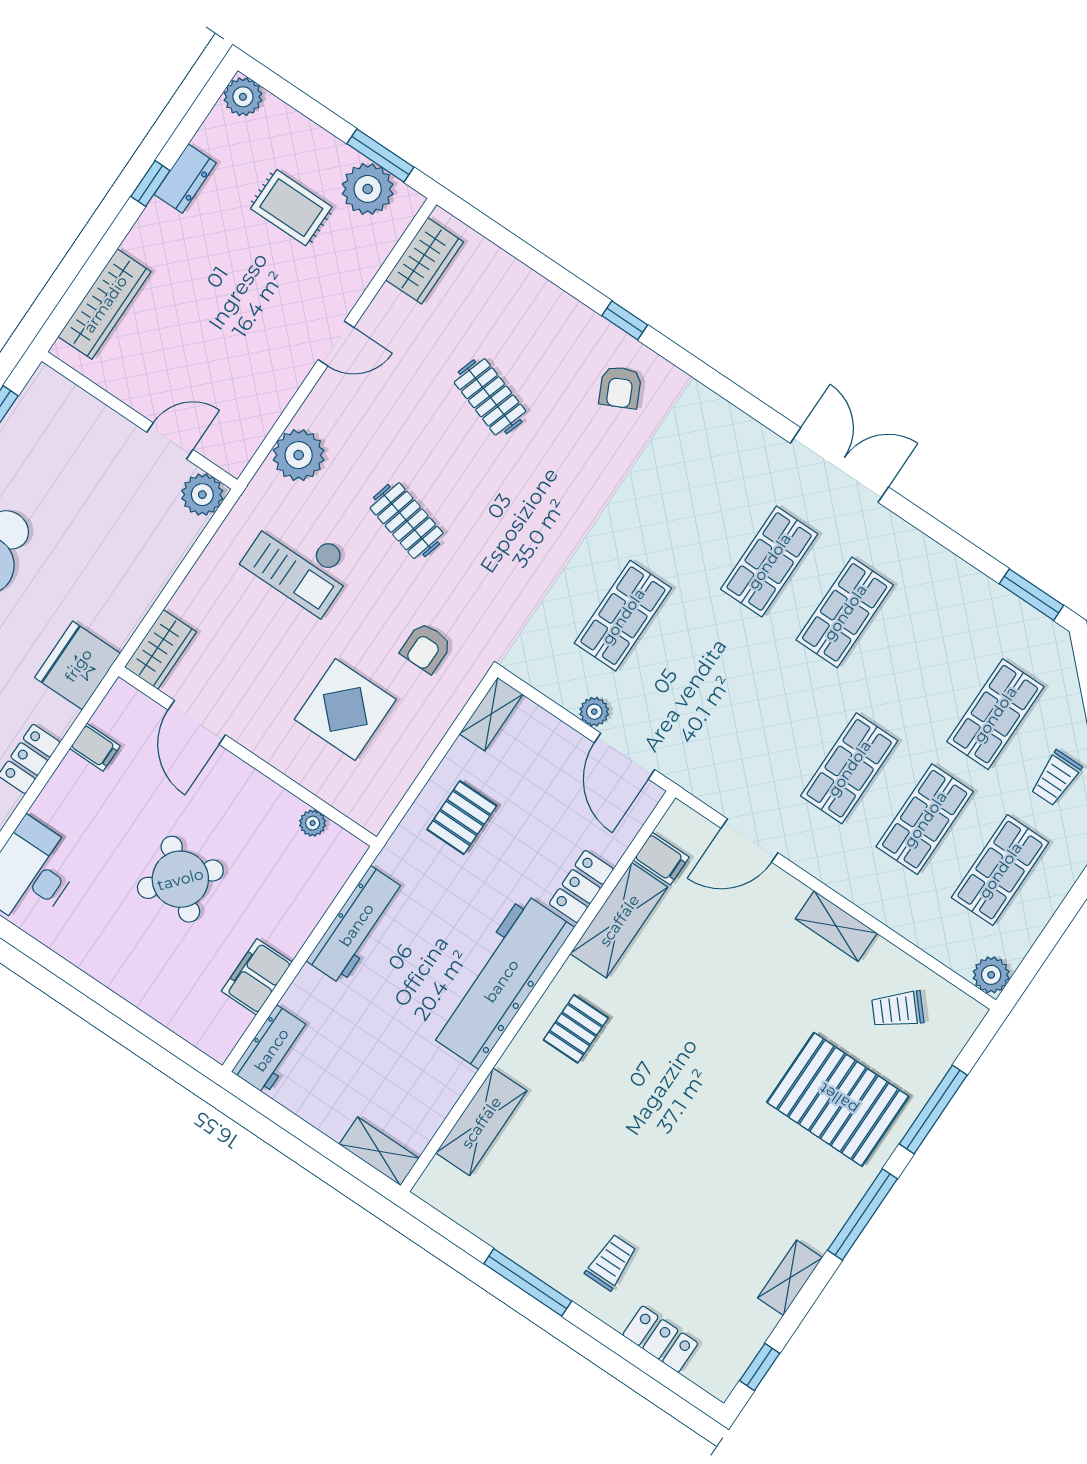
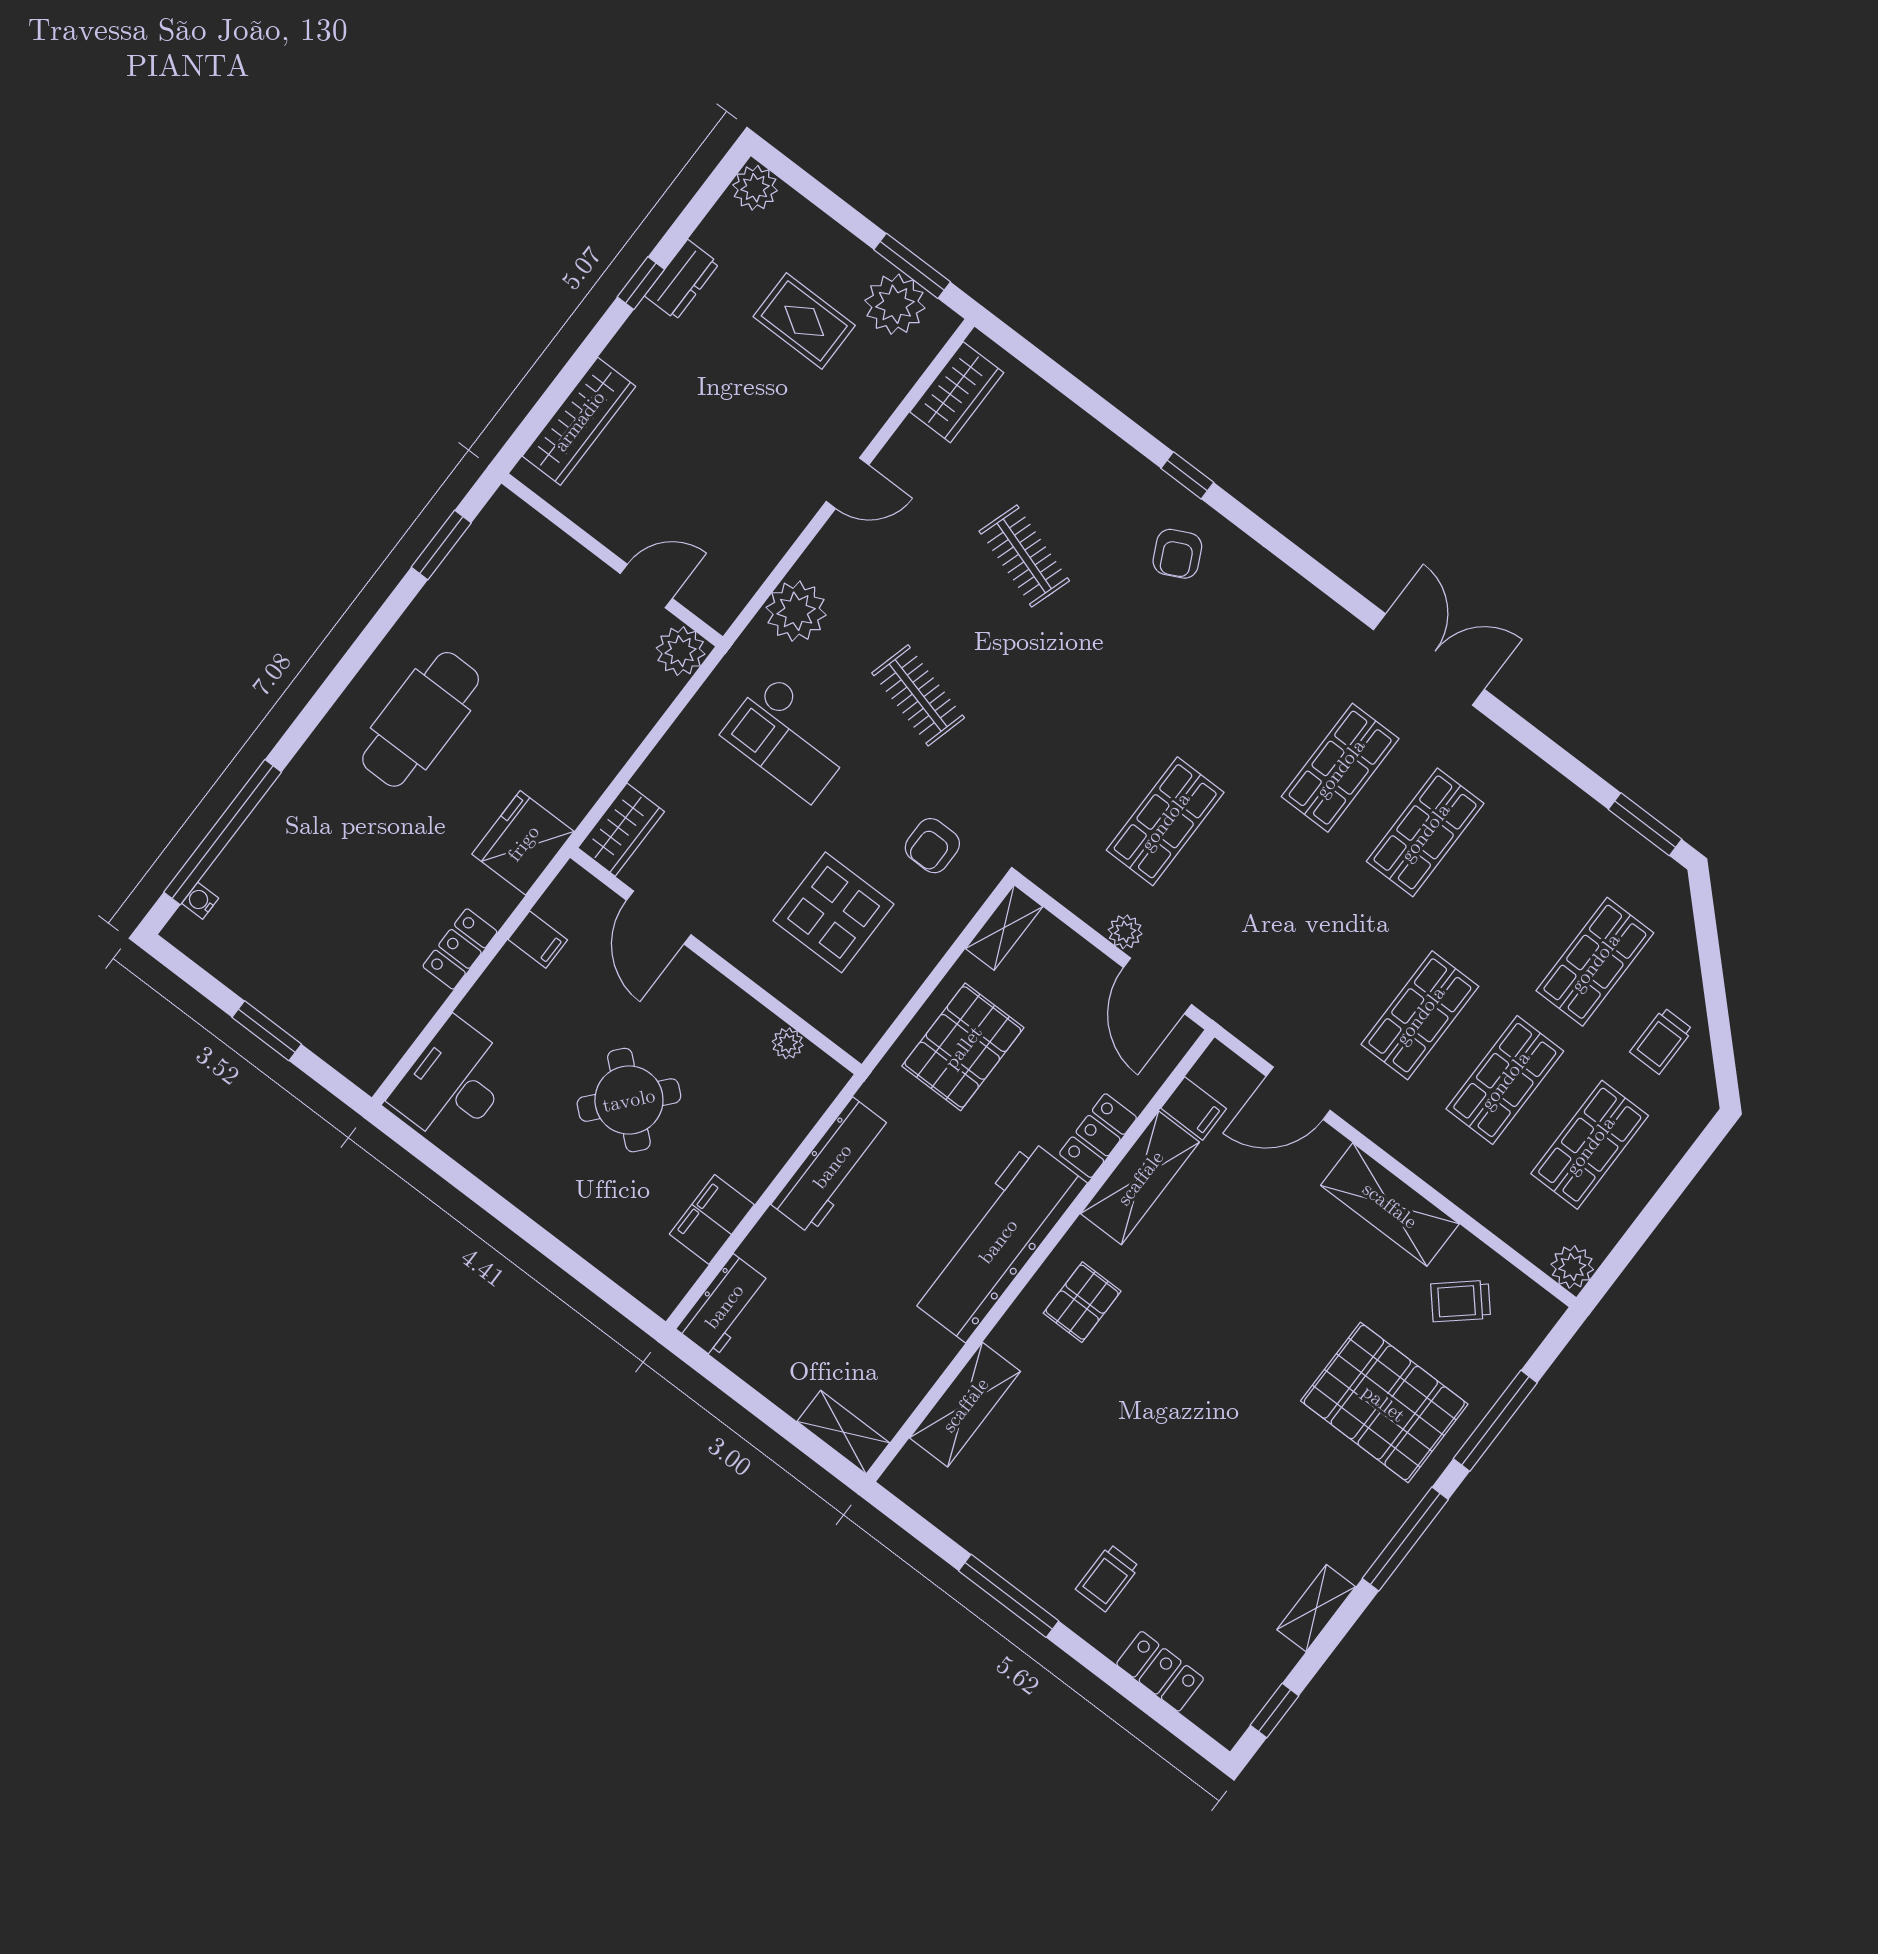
pallet: (462, 818) -> (963, 1047), width x1.50, depth x1.42
shelving: (836, 926) -> (1390, 1205), width x1.50, depth x1.33
trolley: (611, 1262) -> (1108, 1578), turned 180

